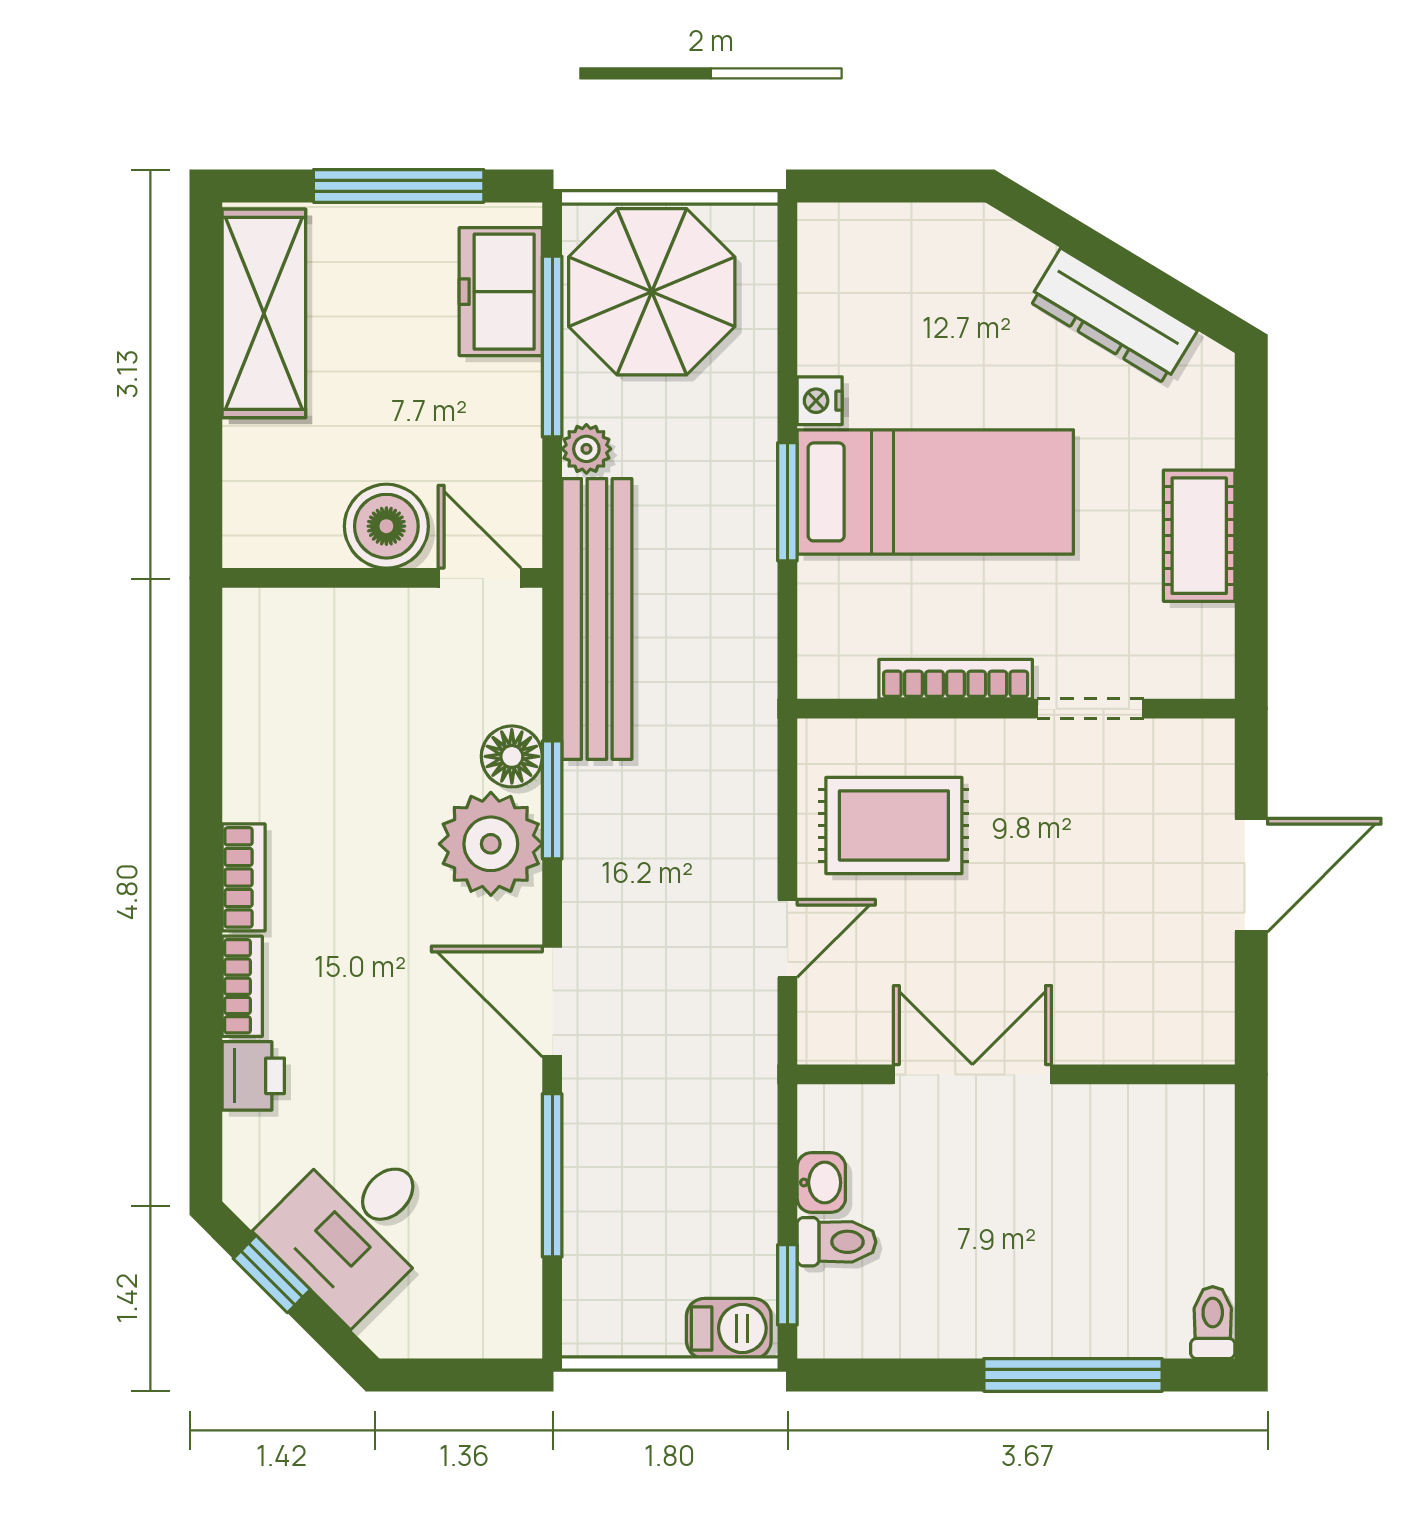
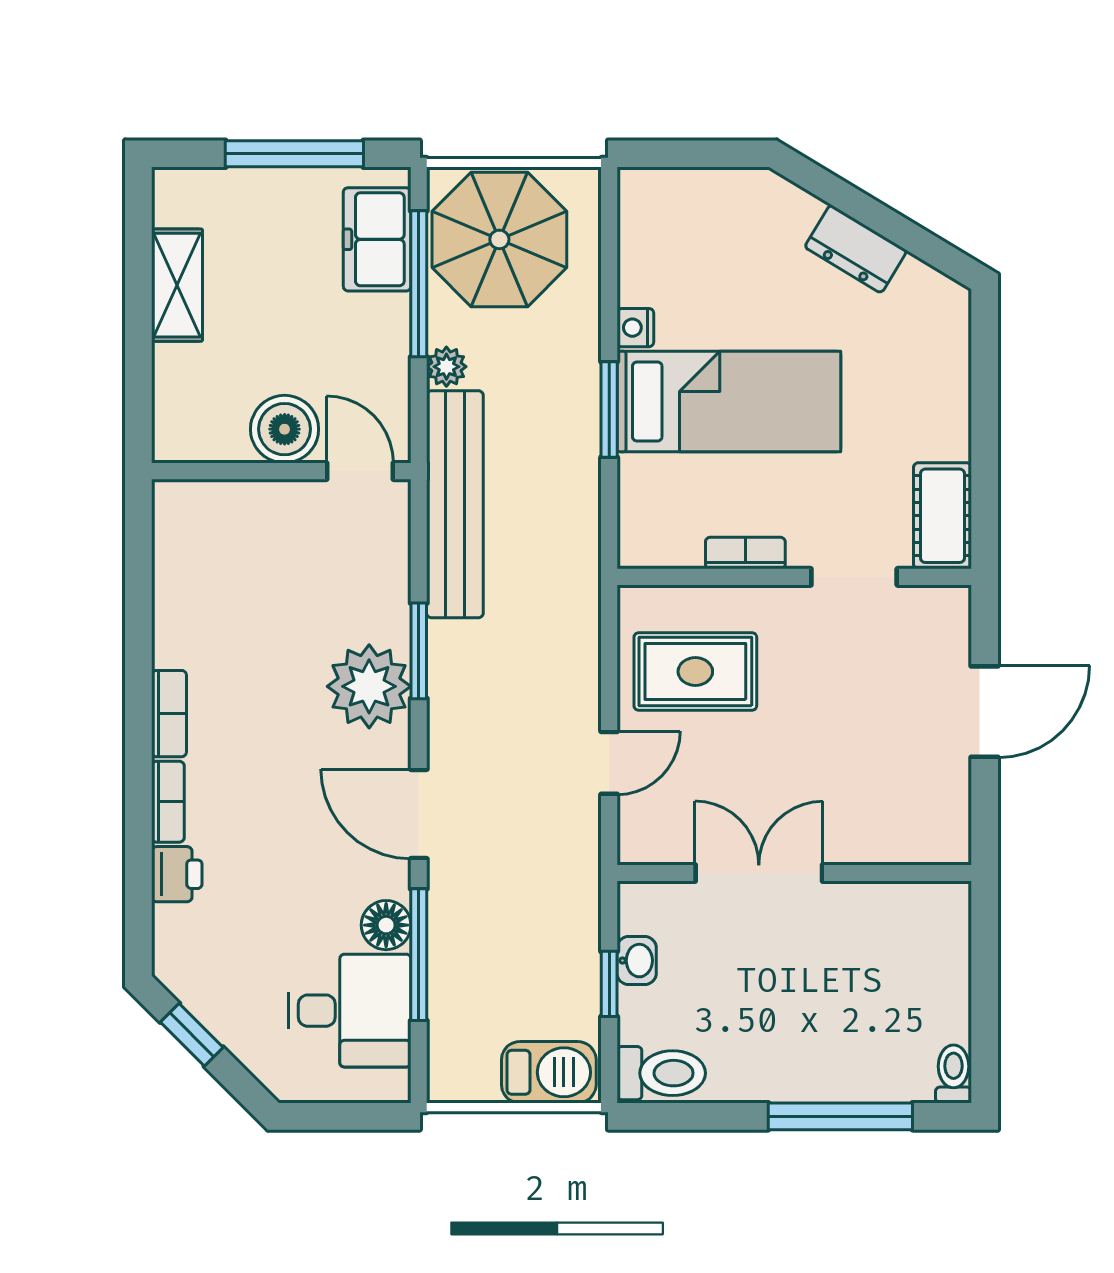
shelving: (264, 313) -> (177, 285), width x0.67, depth x0.75
dresser: (1113, 316) -> (856, 249), width x0.70
cot: (1199, 536) -> (942, 516), moved
bookcase: (956, 679) -> (745, 553), width x0.64
floor lamp: (512, 756) -> (386, 925), moved
desk: (355, 1227) -> (350, 1011), moved, turned -135
toilet: (836, 1242) -> (661, 1073), moved, width x1.37, depth x1.39
window: (787, 1285) -> (609, 984), moved
barbecue: (729, 1328) -> (549, 1072), width x1.38, depth x1.27

